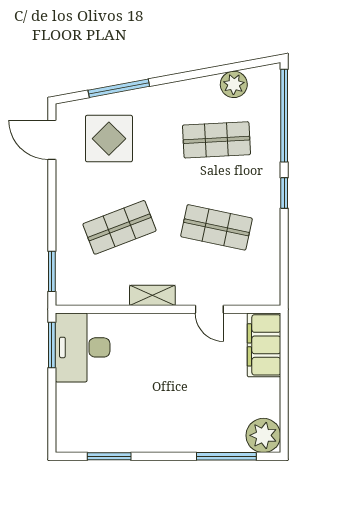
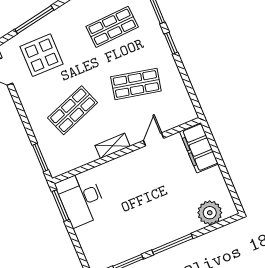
door: (209, 309) -> (154, 139), swing flipped
plant: (263, 435) -> (210, 213), moved
window: (226, 456) -> (172, 244), moved

